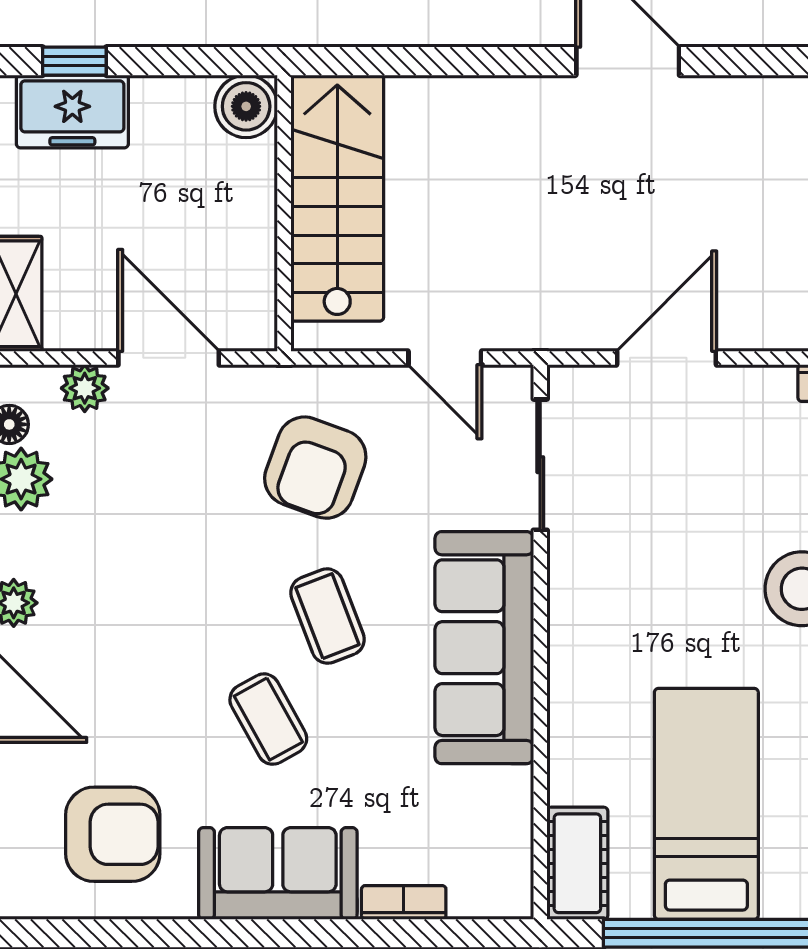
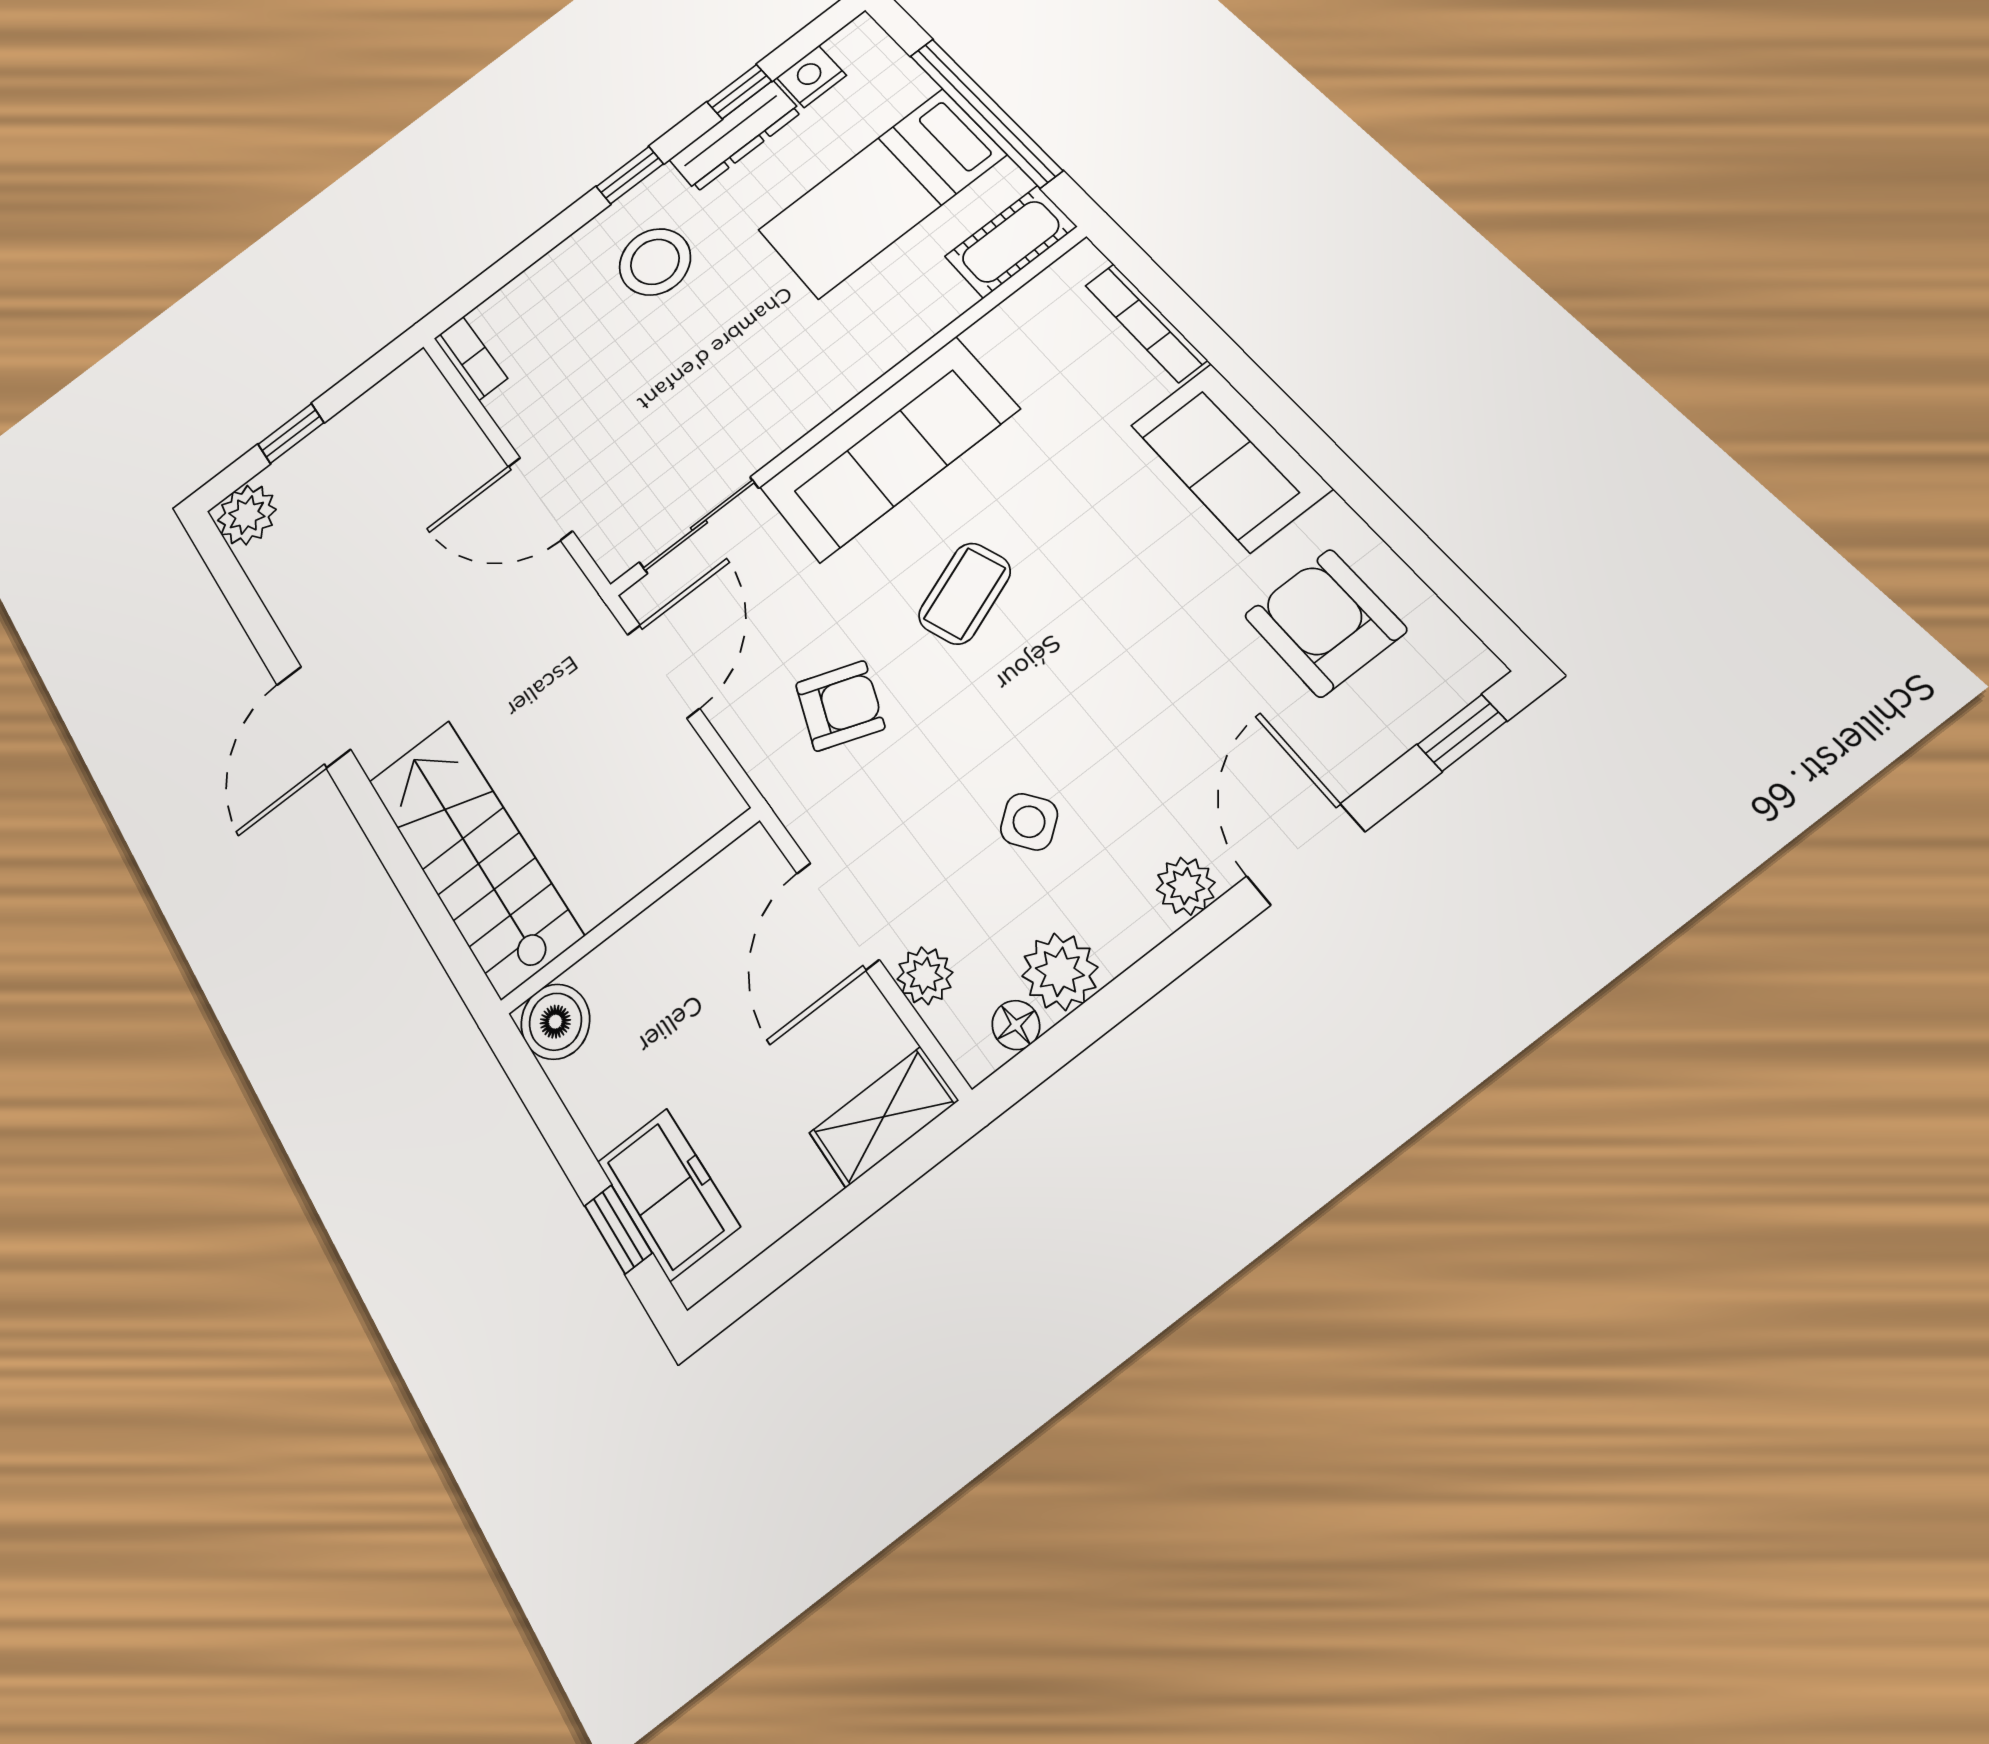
stairs: (337, 198) -> (474, 857), moved, turned 90
door: (445, 358) -> (663, 671), width x1.38
armchair: (315, 468) -> (840, 706), width x0.72, depth x0.72
side table: (133, 535) -> (1029, 822), added
coffee table: (268, 719) -> (1099, 571), removed
bookcase: (404, 902) -> (1146, 322), width x1.56

